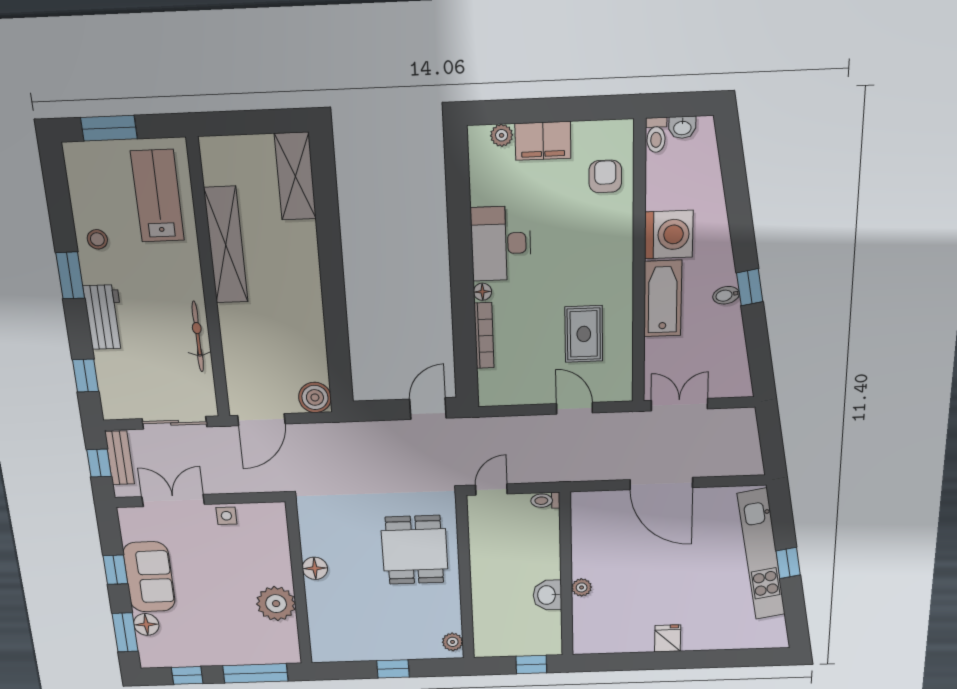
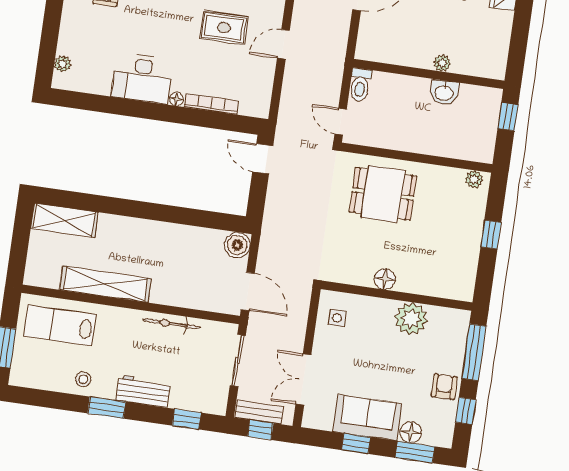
filing cabinet: (543, 141) -> (72, 35), removed
toilet: (545, 501) -> (360, 85), width x1.37, depth x1.39
side table: (226, 516) -> (337, 318), moved
armchair: (208, 650) -> (444, 387), added

